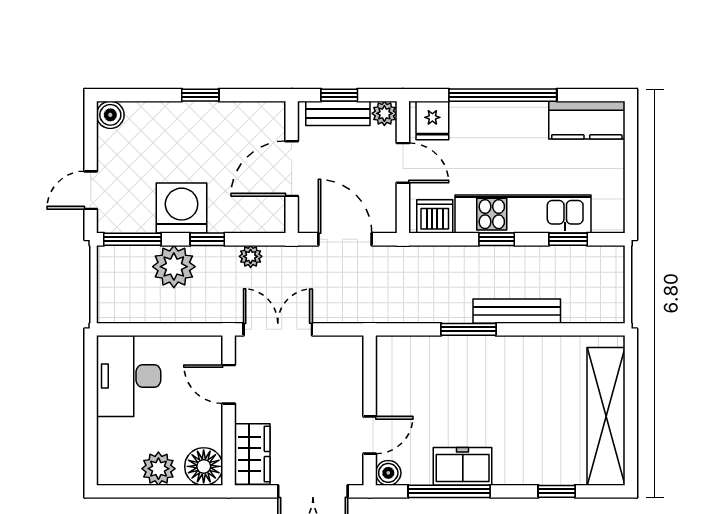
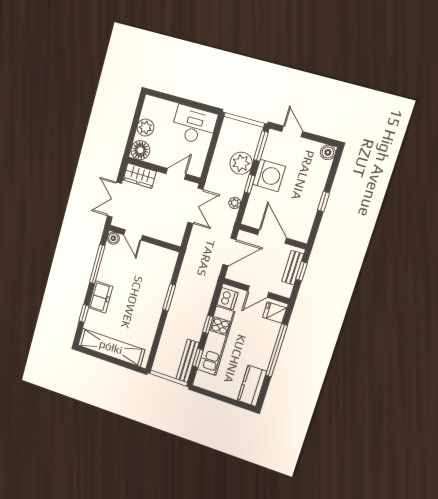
plant: (384, 113) -> (285, 290), removed
bench: (517, 311) -> (187, 361), moved
freezer: (463, 466) -> (101, 297), moved

